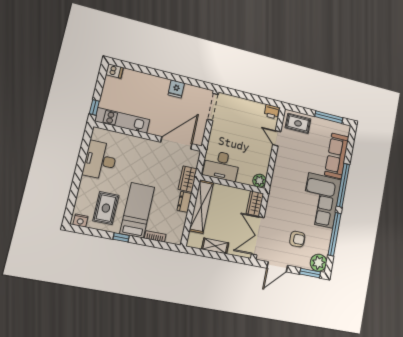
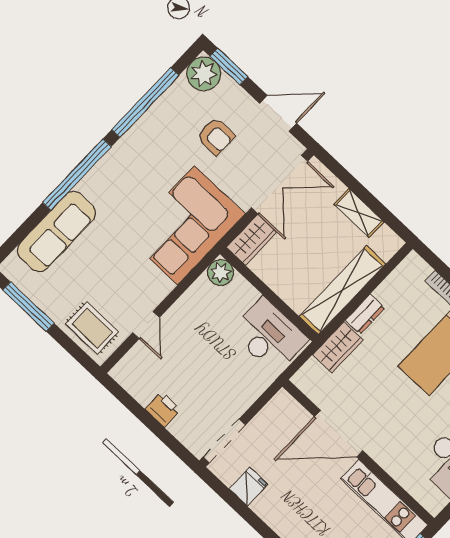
fridge: (176, 89) -> (249, 487), moved
printer: (272, 112) -> (163, 409), moved
door: (176, 143) -> (339, 434), moved
corner sofa: (321, 200) -> (186, 225), moved, turned 180
armchair: (297, 239) -> (216, 136), turned 180

